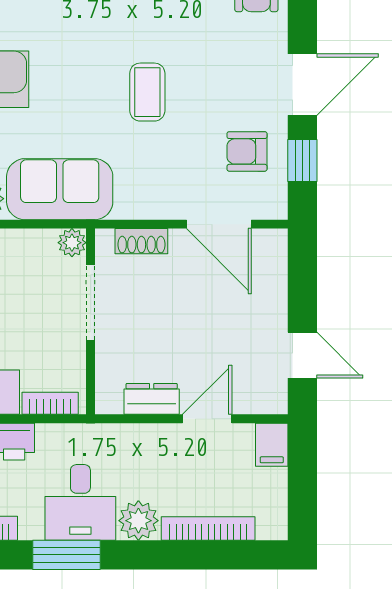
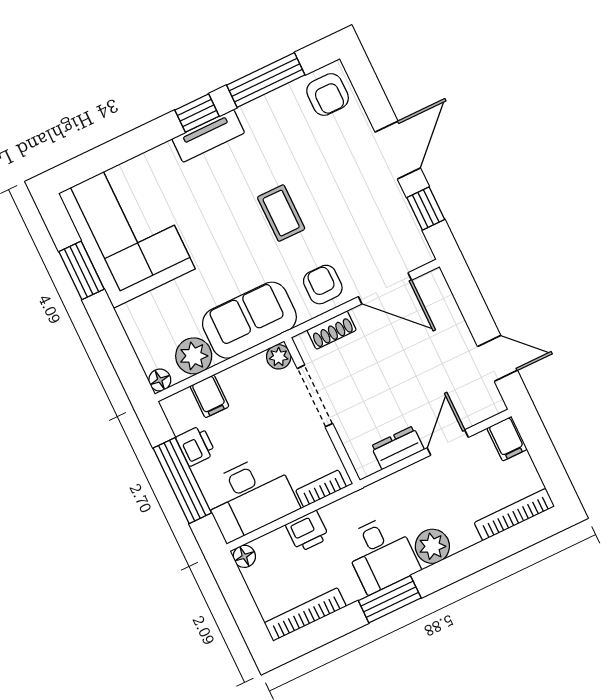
armchair: (247, 151) -> (323, 285), moved, turned 90
bookcase: (208, 529) -> (514, 515), moved

